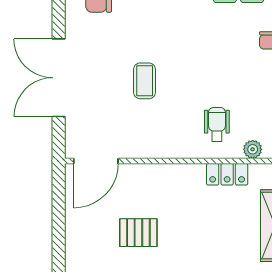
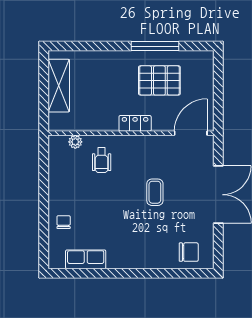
locker: (227, 174) -> (135, 123), moved
pallet: (138, 233) -> (159, 80), width x1.50, depth x1.42

